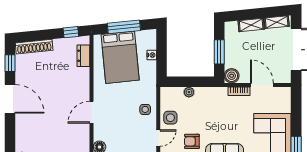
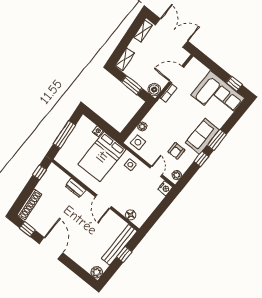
shelving: (251, 25) -> (125, 59), moved
dresser: (83, 56) -> (76, 188), moved
bed: (120, 57) -> (102, 157), moved, turned 96
door: (10, 99) -> (51, 248), hinge flipped
side table: (170, 118) -> (138, 142), moved

